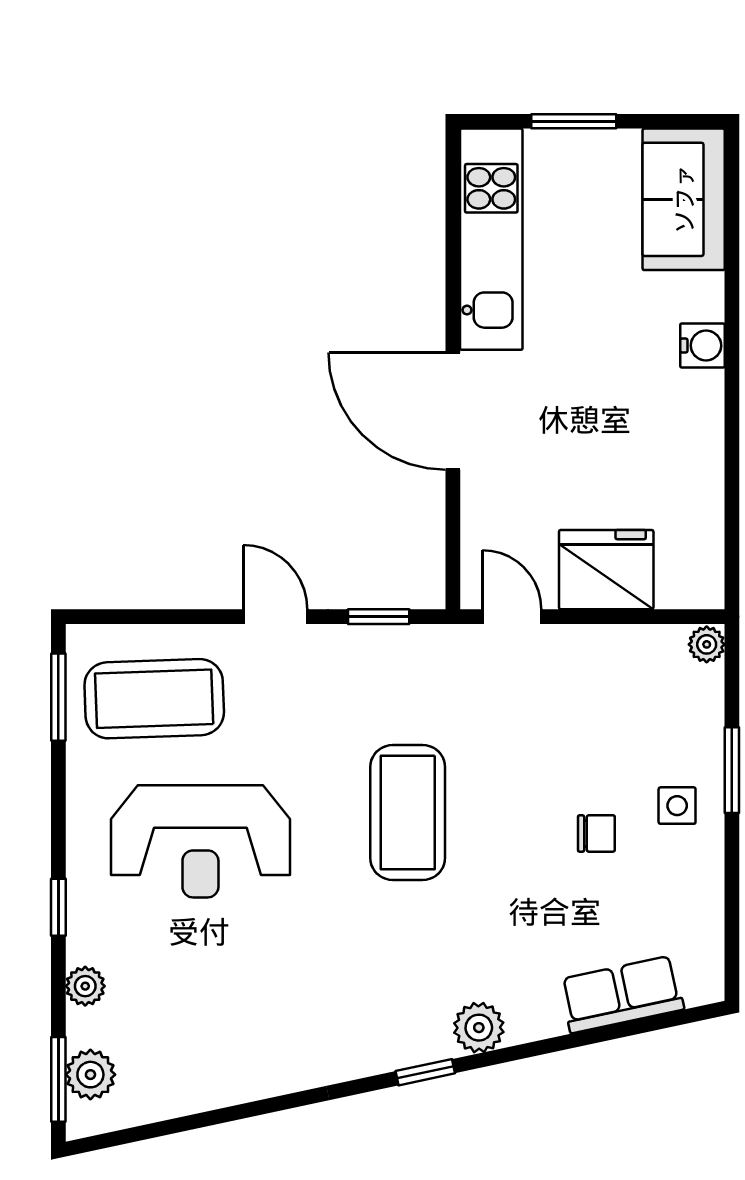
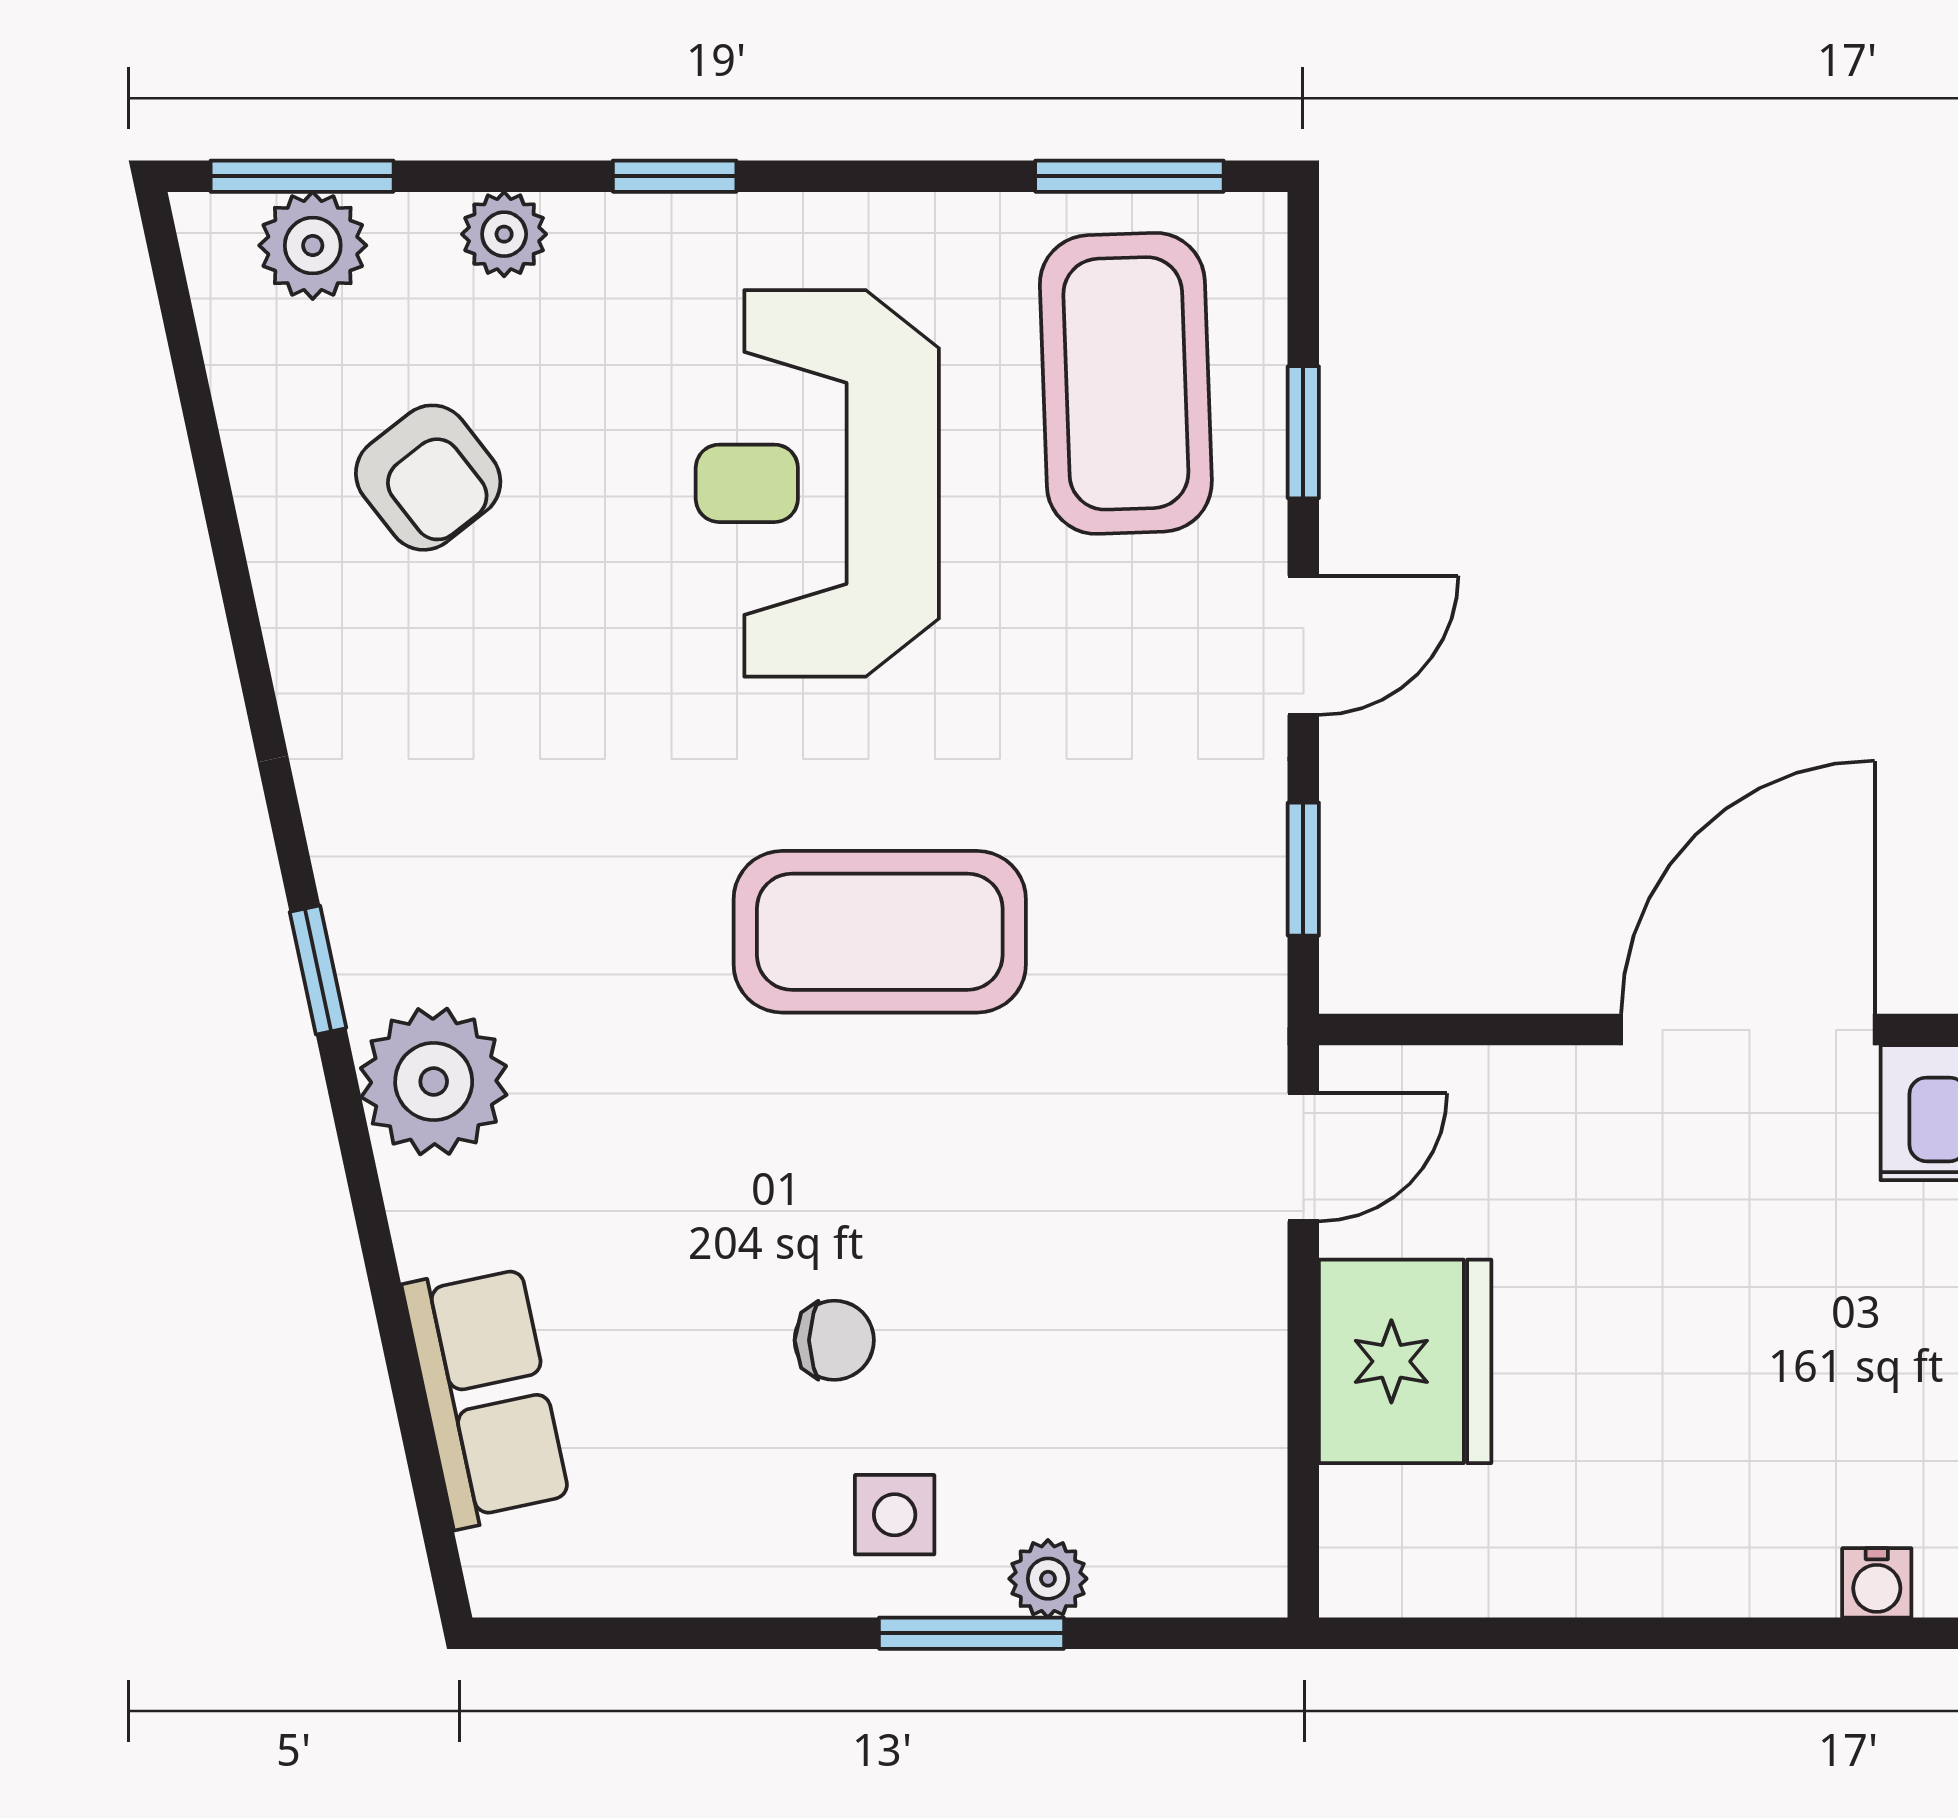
water cooler: (702, 346) -> (1877, 1583), width x0.72, depth x0.72
window: (177, 617) -> (1303, 432), added
plant: (707, 644) -> (1048, 1579), moved
chair: (596, 833) -> (834, 1340), turned -90
armchair: (198, 1021) -> (428, 478), added
plant: (479, 1028) -> (434, 1081), width x1.36, depth x1.36

